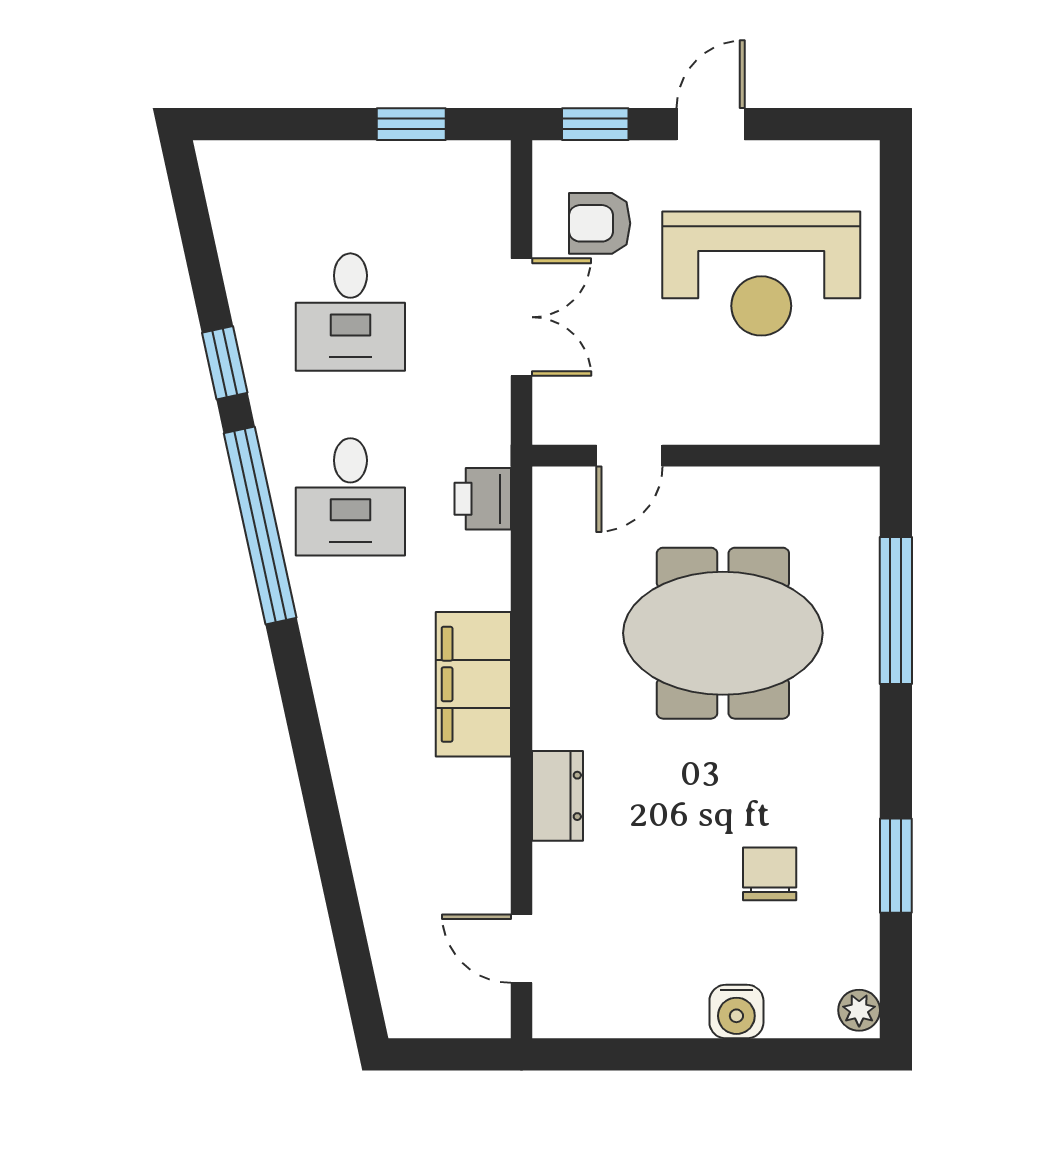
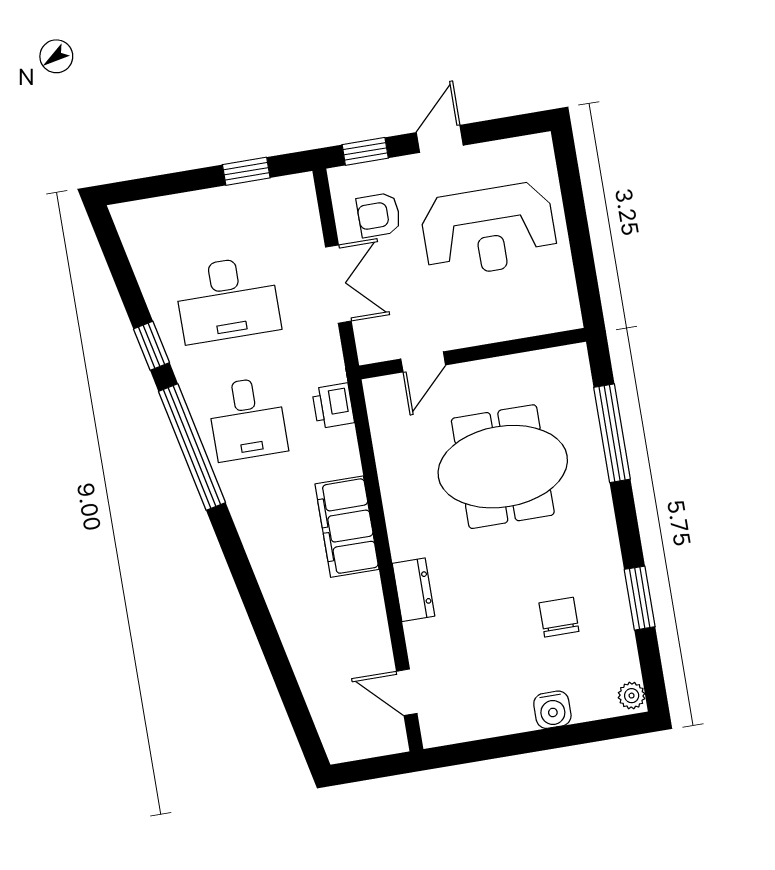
desk: (350, 312) -> (227, 299), width x1.37

